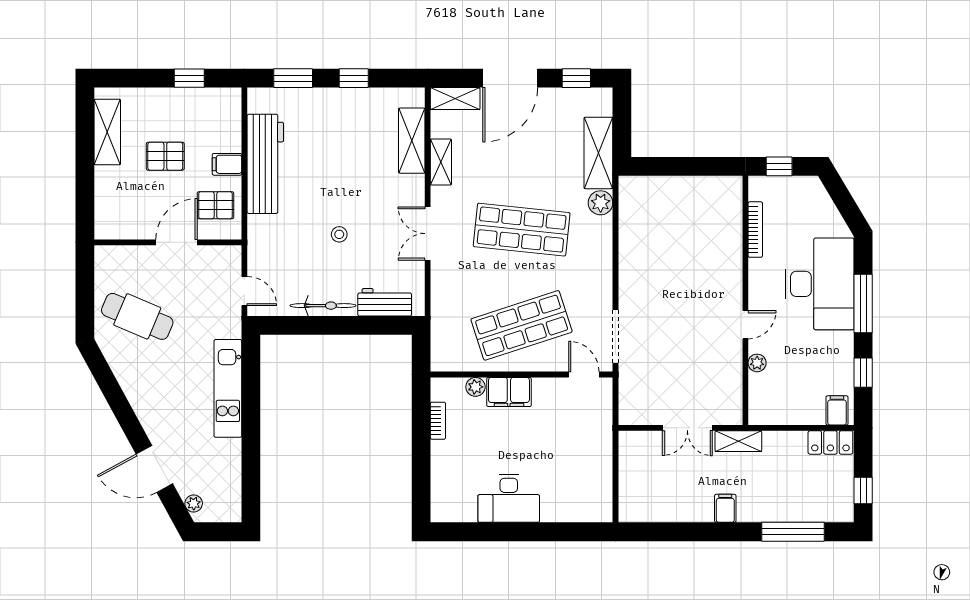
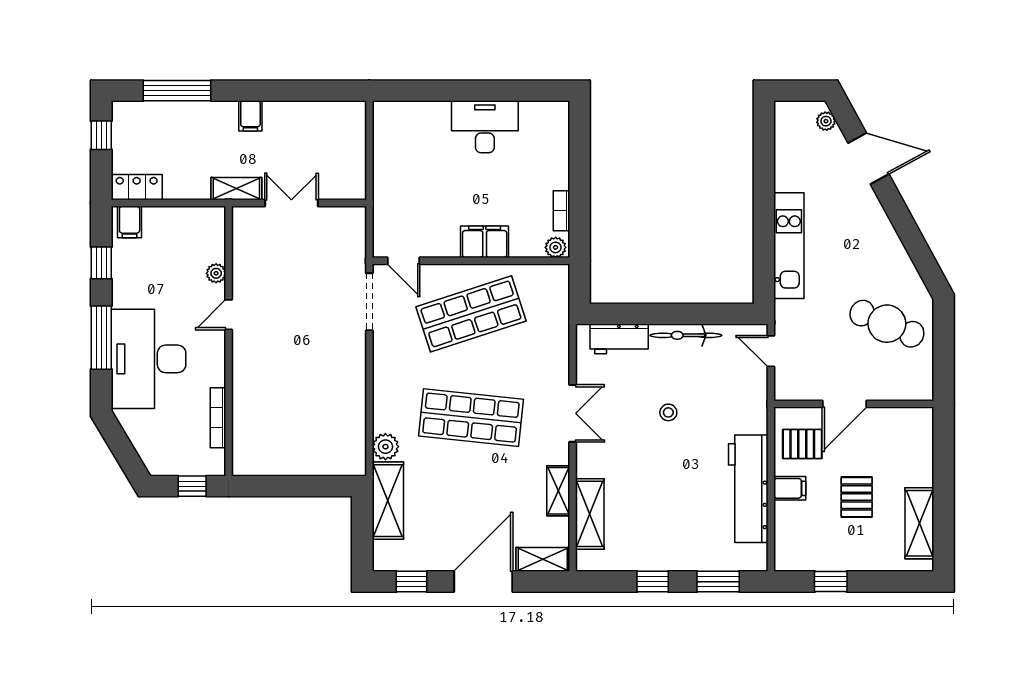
pallet: (165, 156) -> (857, 497), turned 90
plant: (475, 387) -> (556, 247), moved

